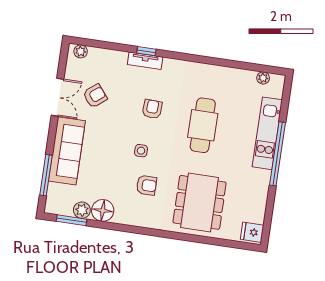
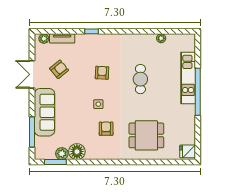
tv unit: (145, 61) -> (62, 38), moved
plant: (263, 78) -> (161, 38), moved
double door: (58, 97) -> (32, 74), swing flipped
cafe table: (203, 125) -> (140, 79), width x0.73, depth x0.74
armchair: (146, 185) -> (106, 129), turned -90
dining table: (200, 202) -> (146, 135), width x0.73

